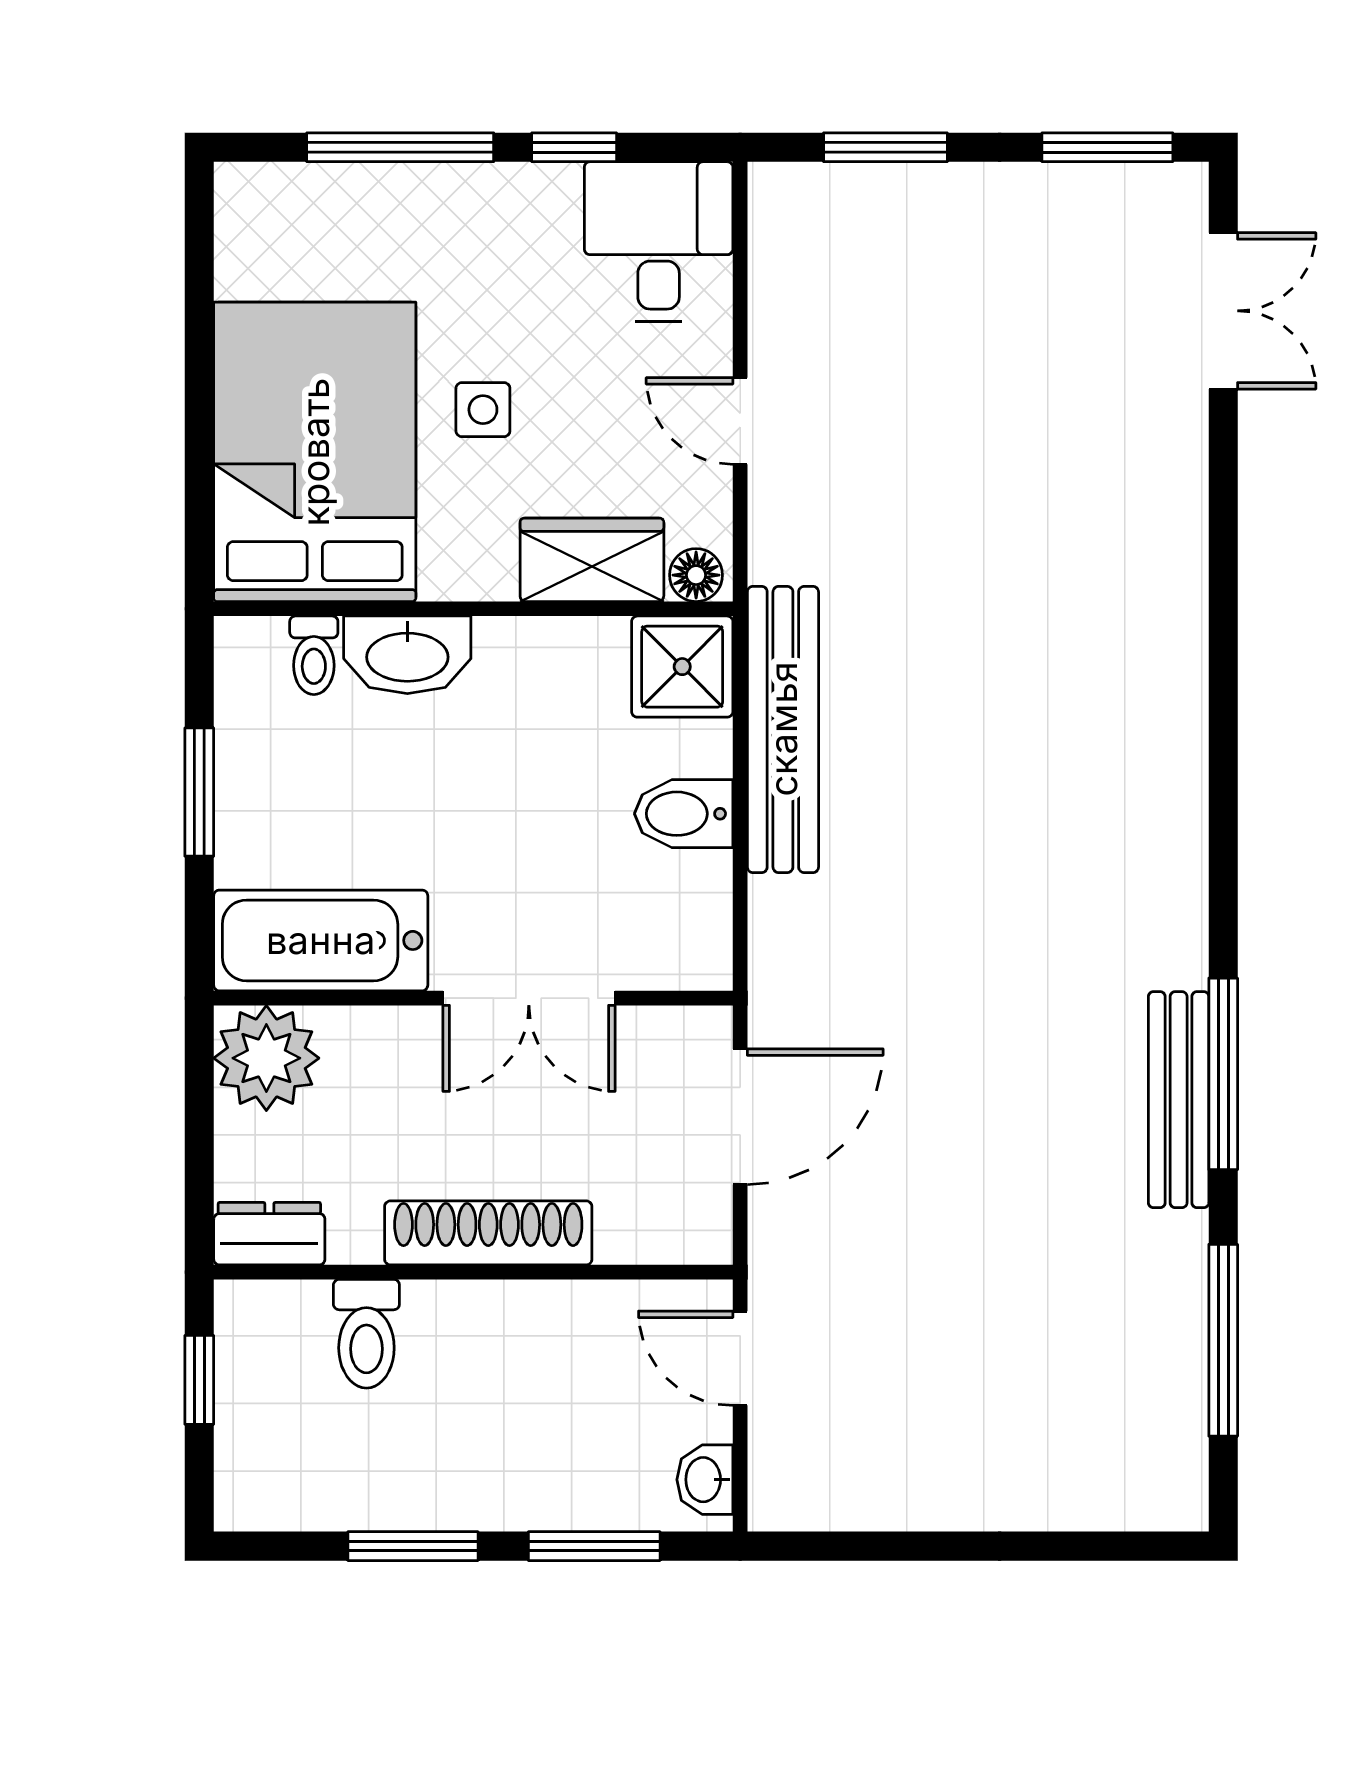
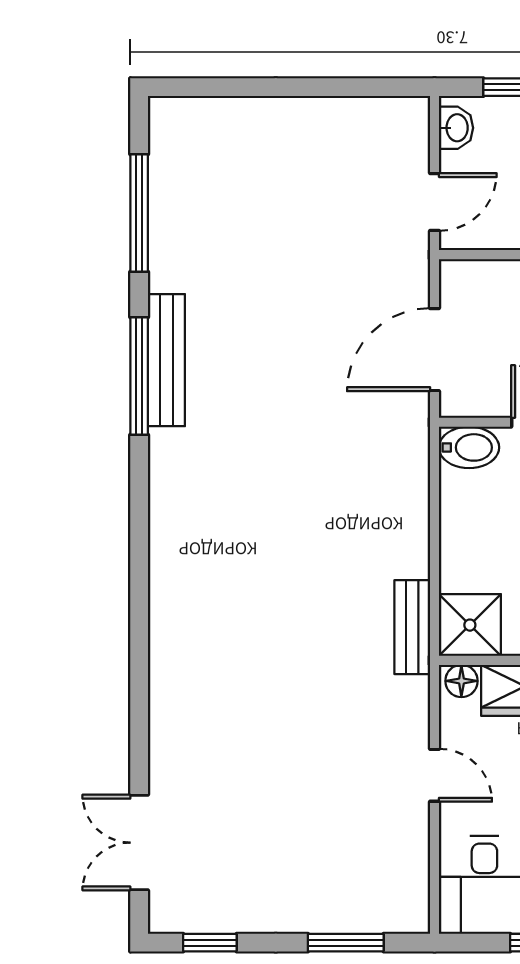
window: (1107, 147) -> (210, 943), width x0.67
bench: (783, 729) -> (412, 627), width x0.54, depth x0.82
bidet: (684, 814) -> (469, 447), moved
door: (740, 1358) -> (435, 202), hinge flipped

